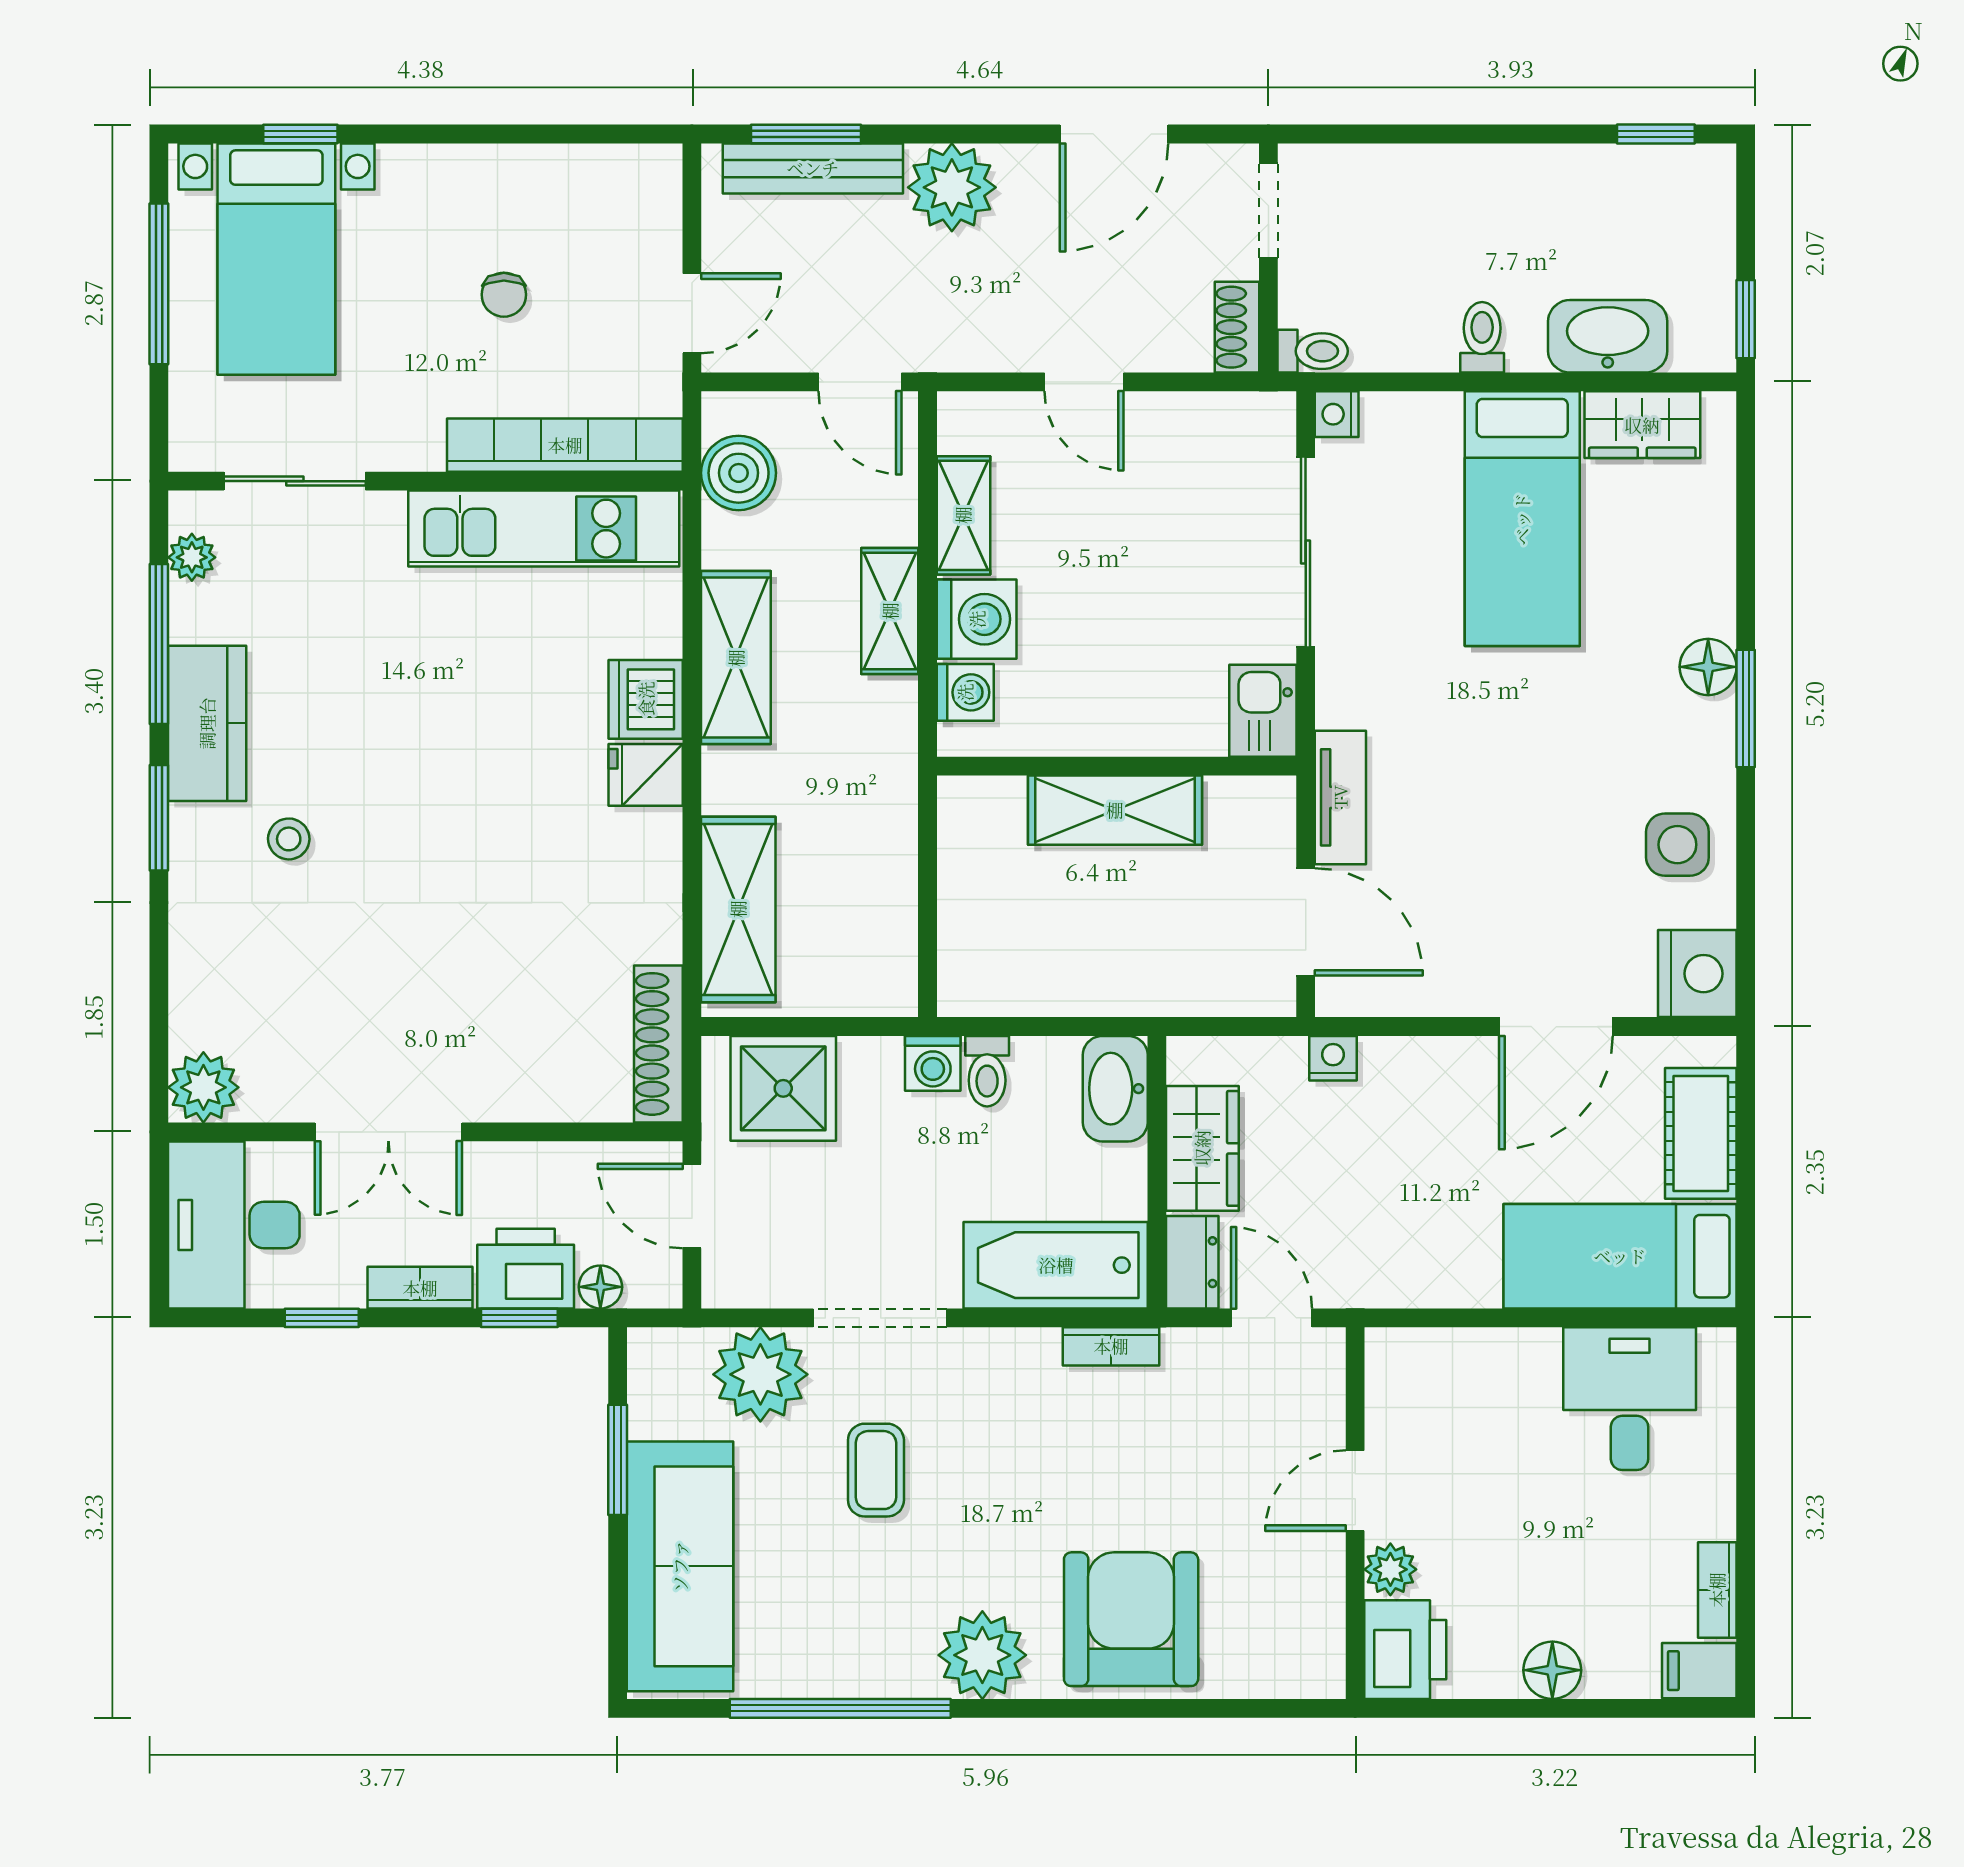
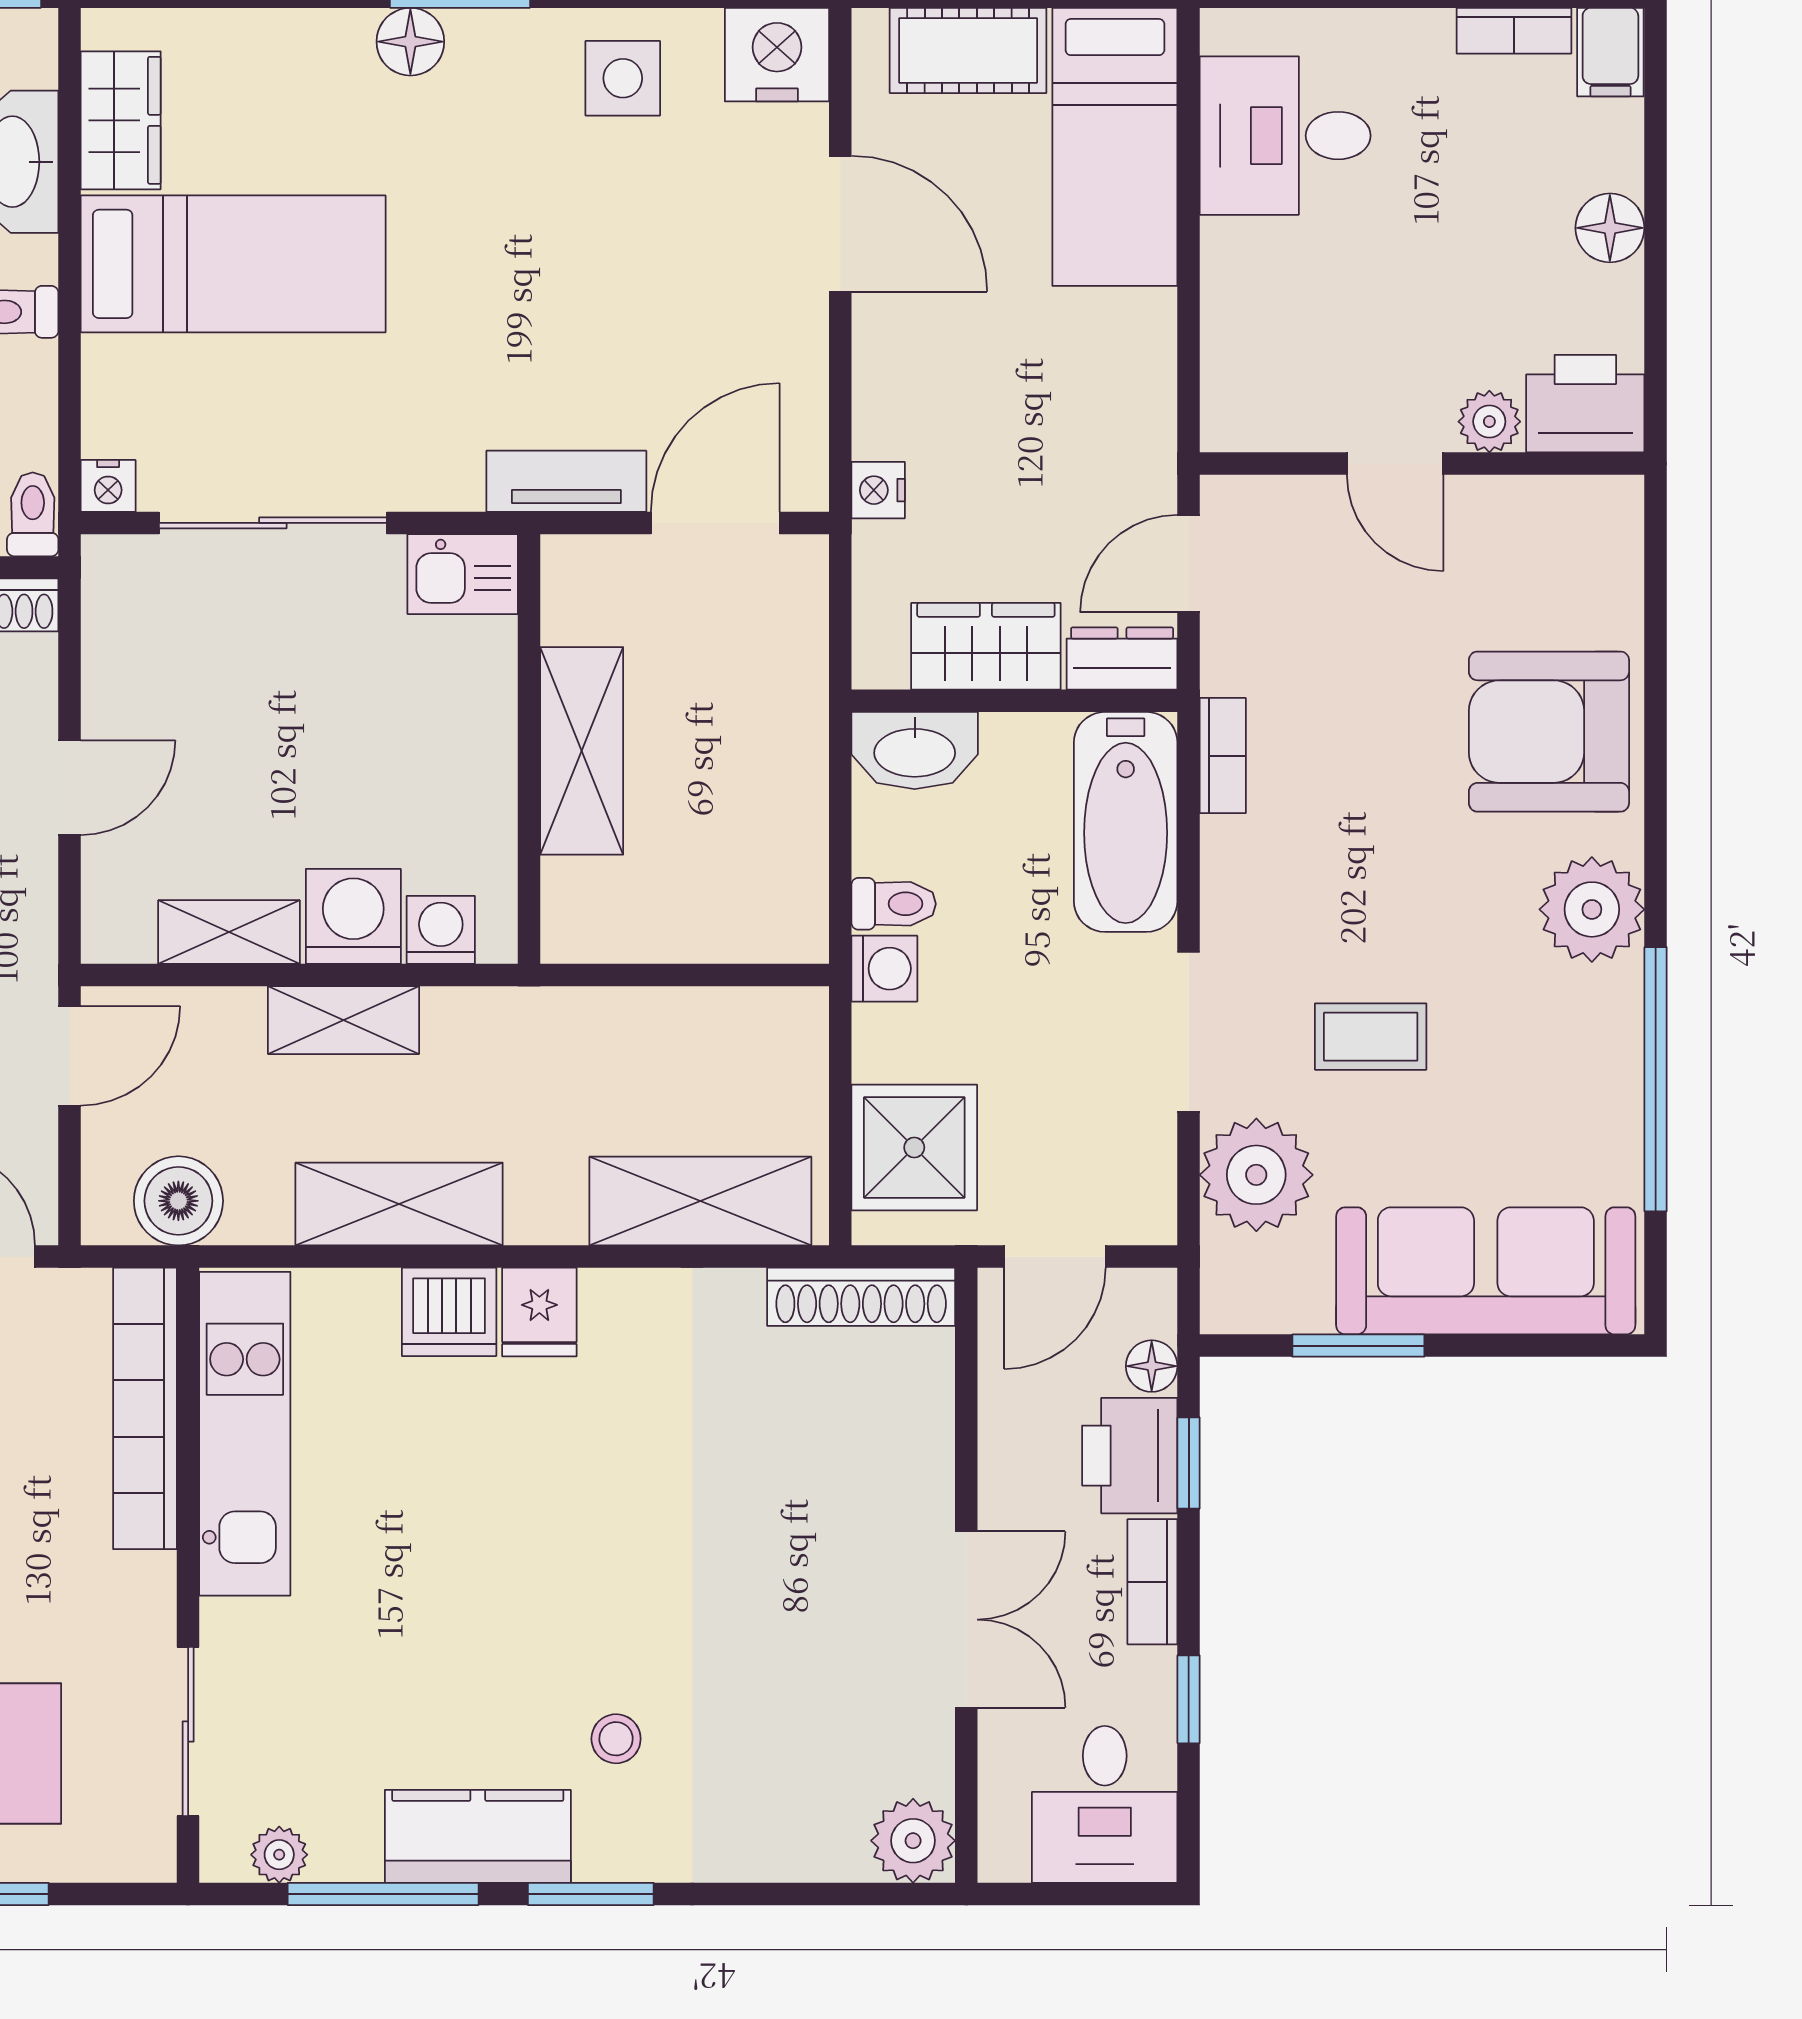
desk: (234, 1225) -> (1105, 1804), width x0.73

